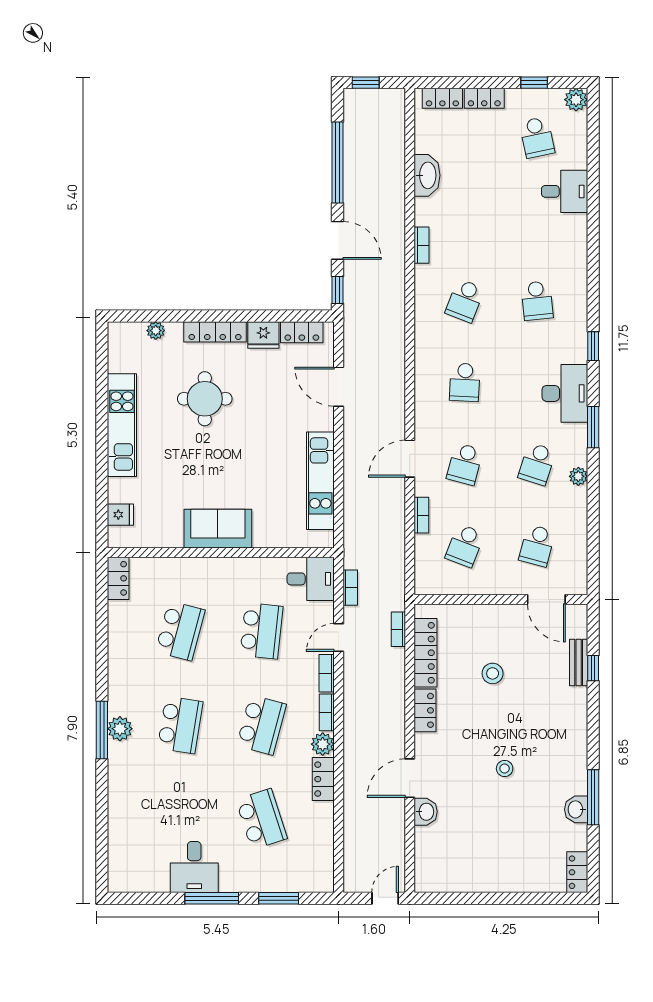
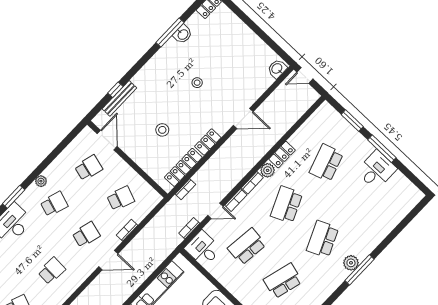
bench: (579, 662) -> (119, 98), width x1.36
school desk: (180, 725) -> (323, 239), turned -33
school desk: (261, 725) -> (287, 205), turned -39
washbasin: (426, 812) -> (277, 69), moved

